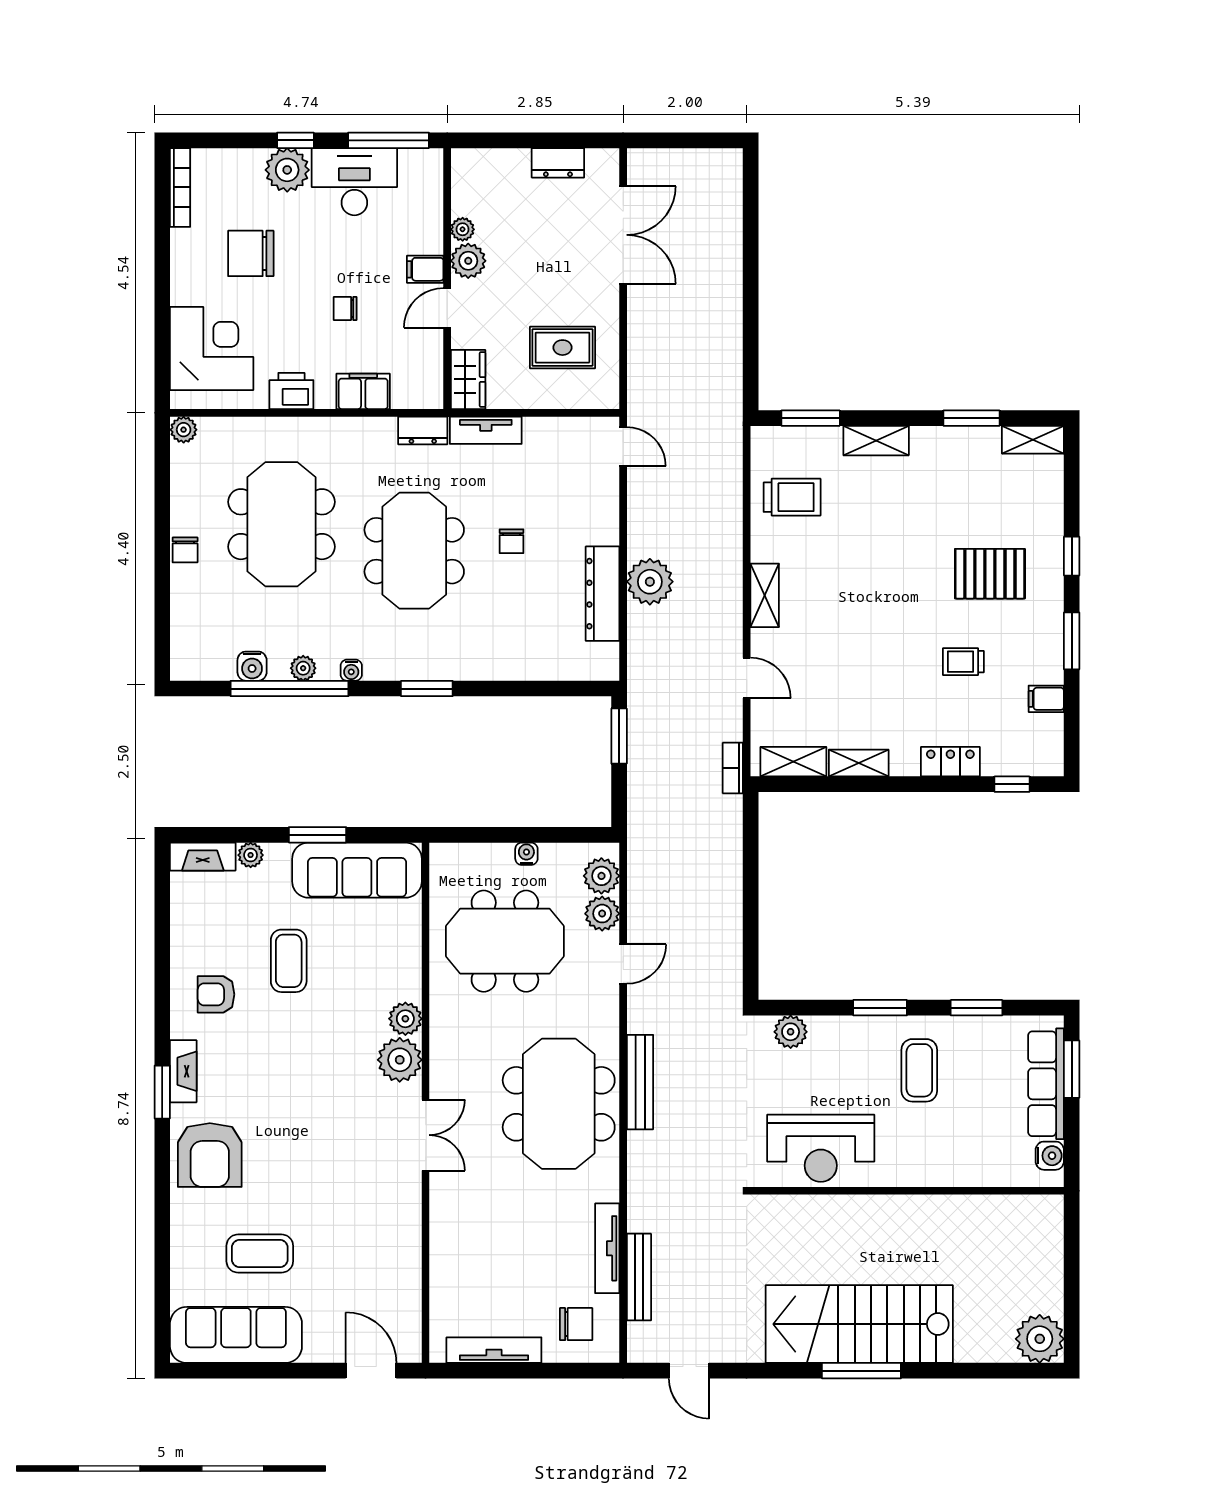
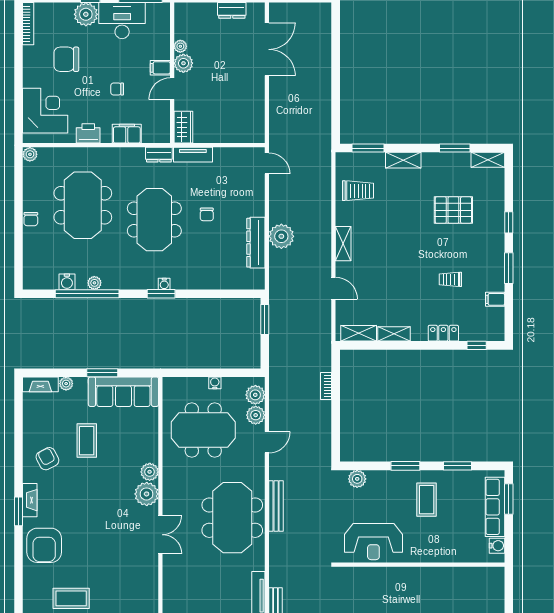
rug: (563, 348) -> (234, 110), removed
pallet: (990, 574) -> (453, 210), moved
water cooler: (351, 670) -> (164, 284), moved
bookcase: (733, 768) -> (326, 386), moved
armchair: (216, 994) -> (47, 459), turned 62

